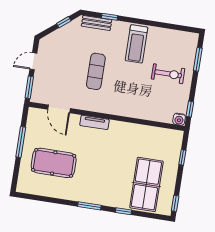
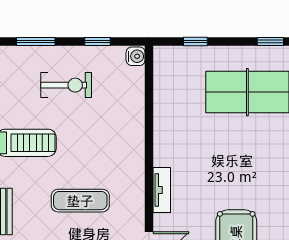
exercise bike: (168, 74) -> (66, 85), turned 90
window: (190, 109) -> (98, 42), moved

